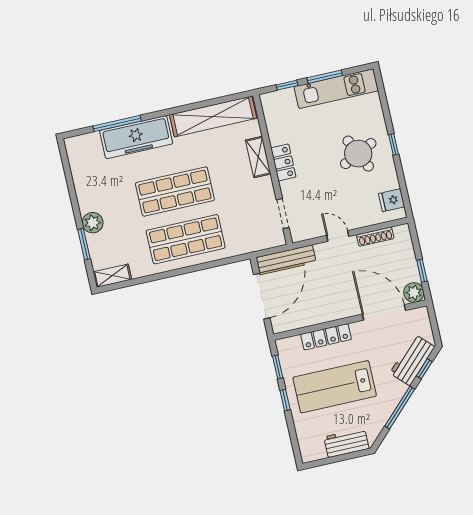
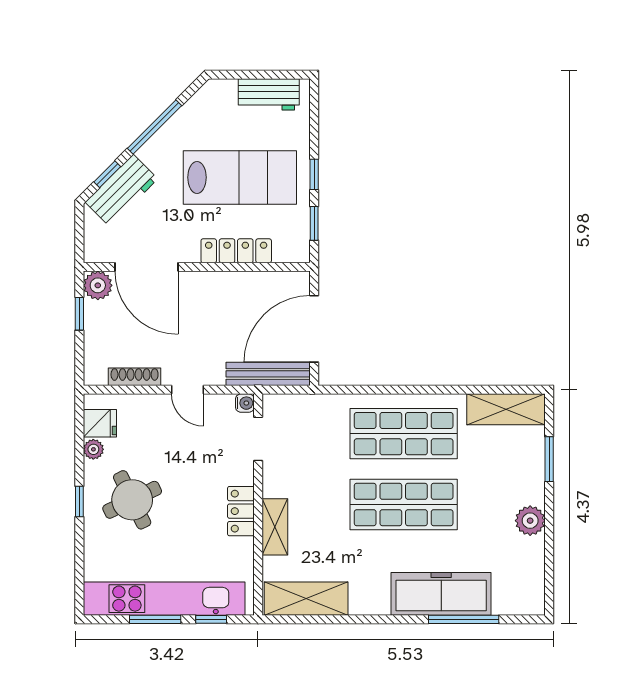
kitchen unit: (336, 89) -> (164, 599), width x1.36
shelving: (213, 116) -> (306, 599), width x0.68
plant: (392, 182) -> (93, 449), added
plant: (93, 223) -> (530, 521), moved
water cooler: (297, 236) -> (245, 403), added
shelving: (112, 276) -> (506, 409), width x1.50, depth x1.33
workbench: (346, 443) -> (269, 94), moved

